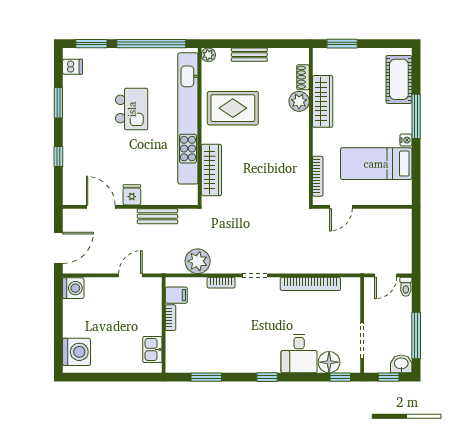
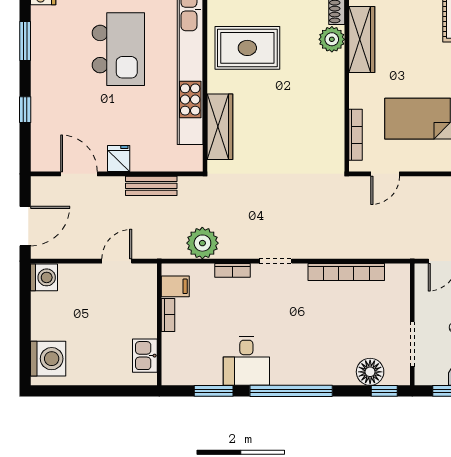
kitchen island: (132, 109) -> (118, 49), width x1.37, depth x1.28
desk: (299, 354) -> (246, 361), moved
window: (267, 377) -> (291, 391), width x3.17

